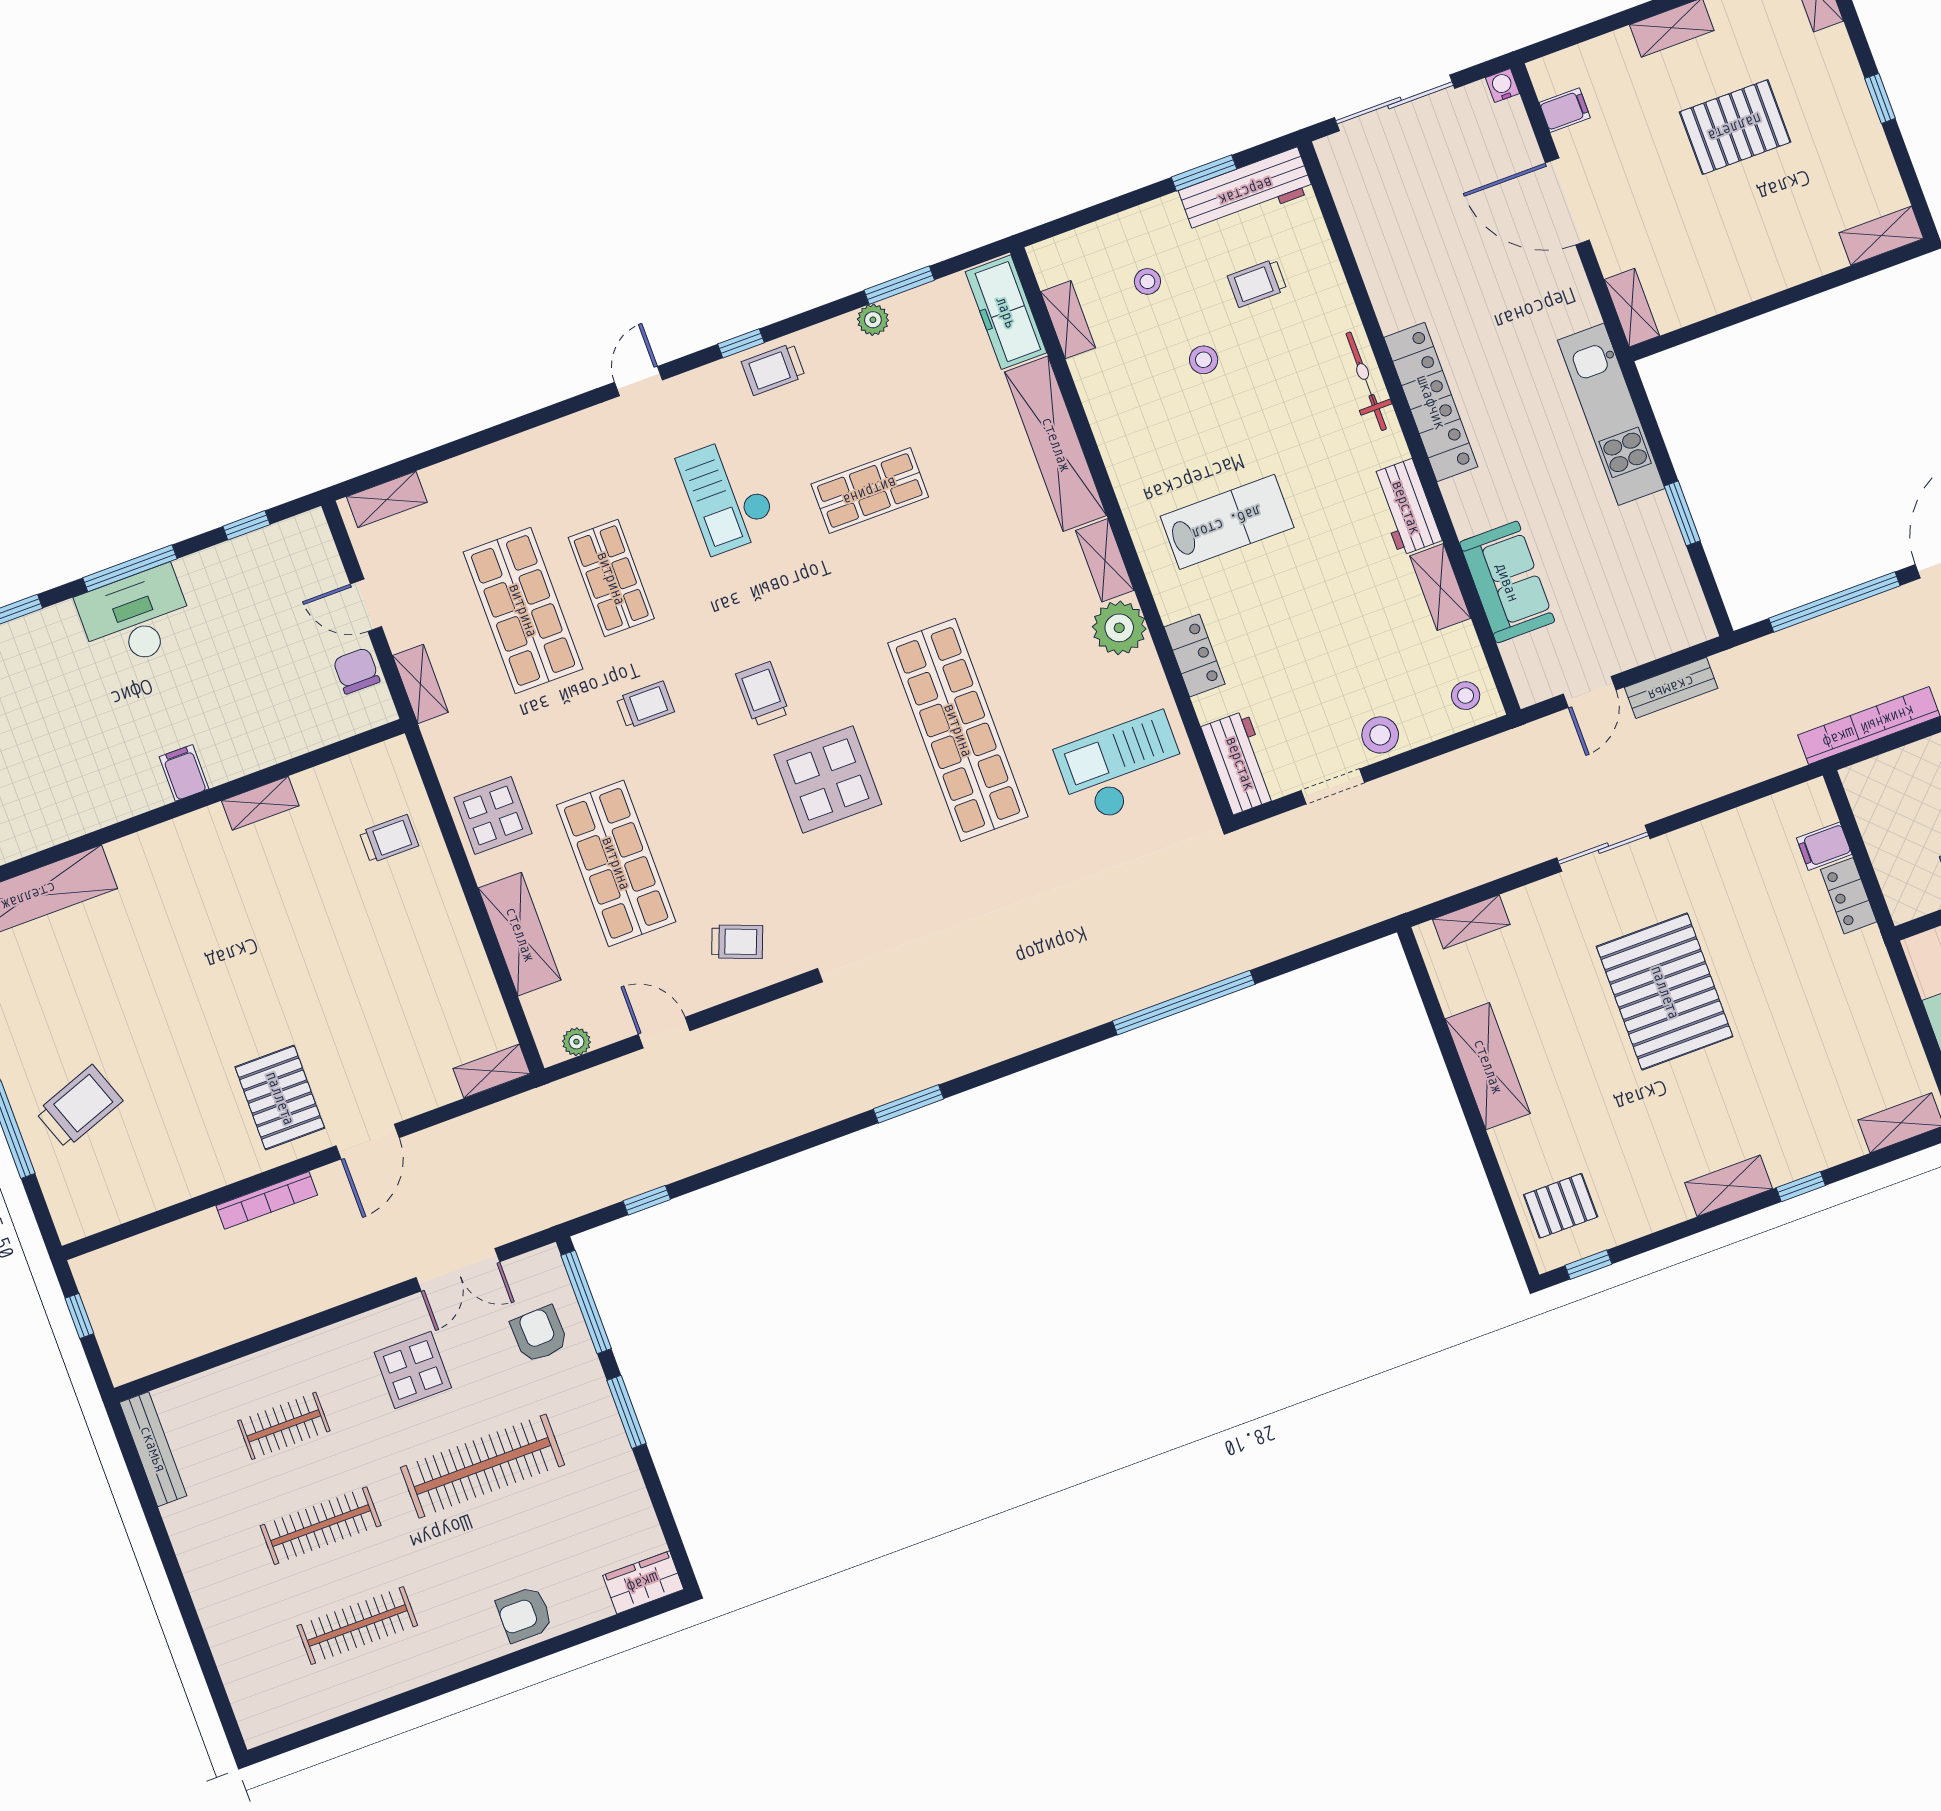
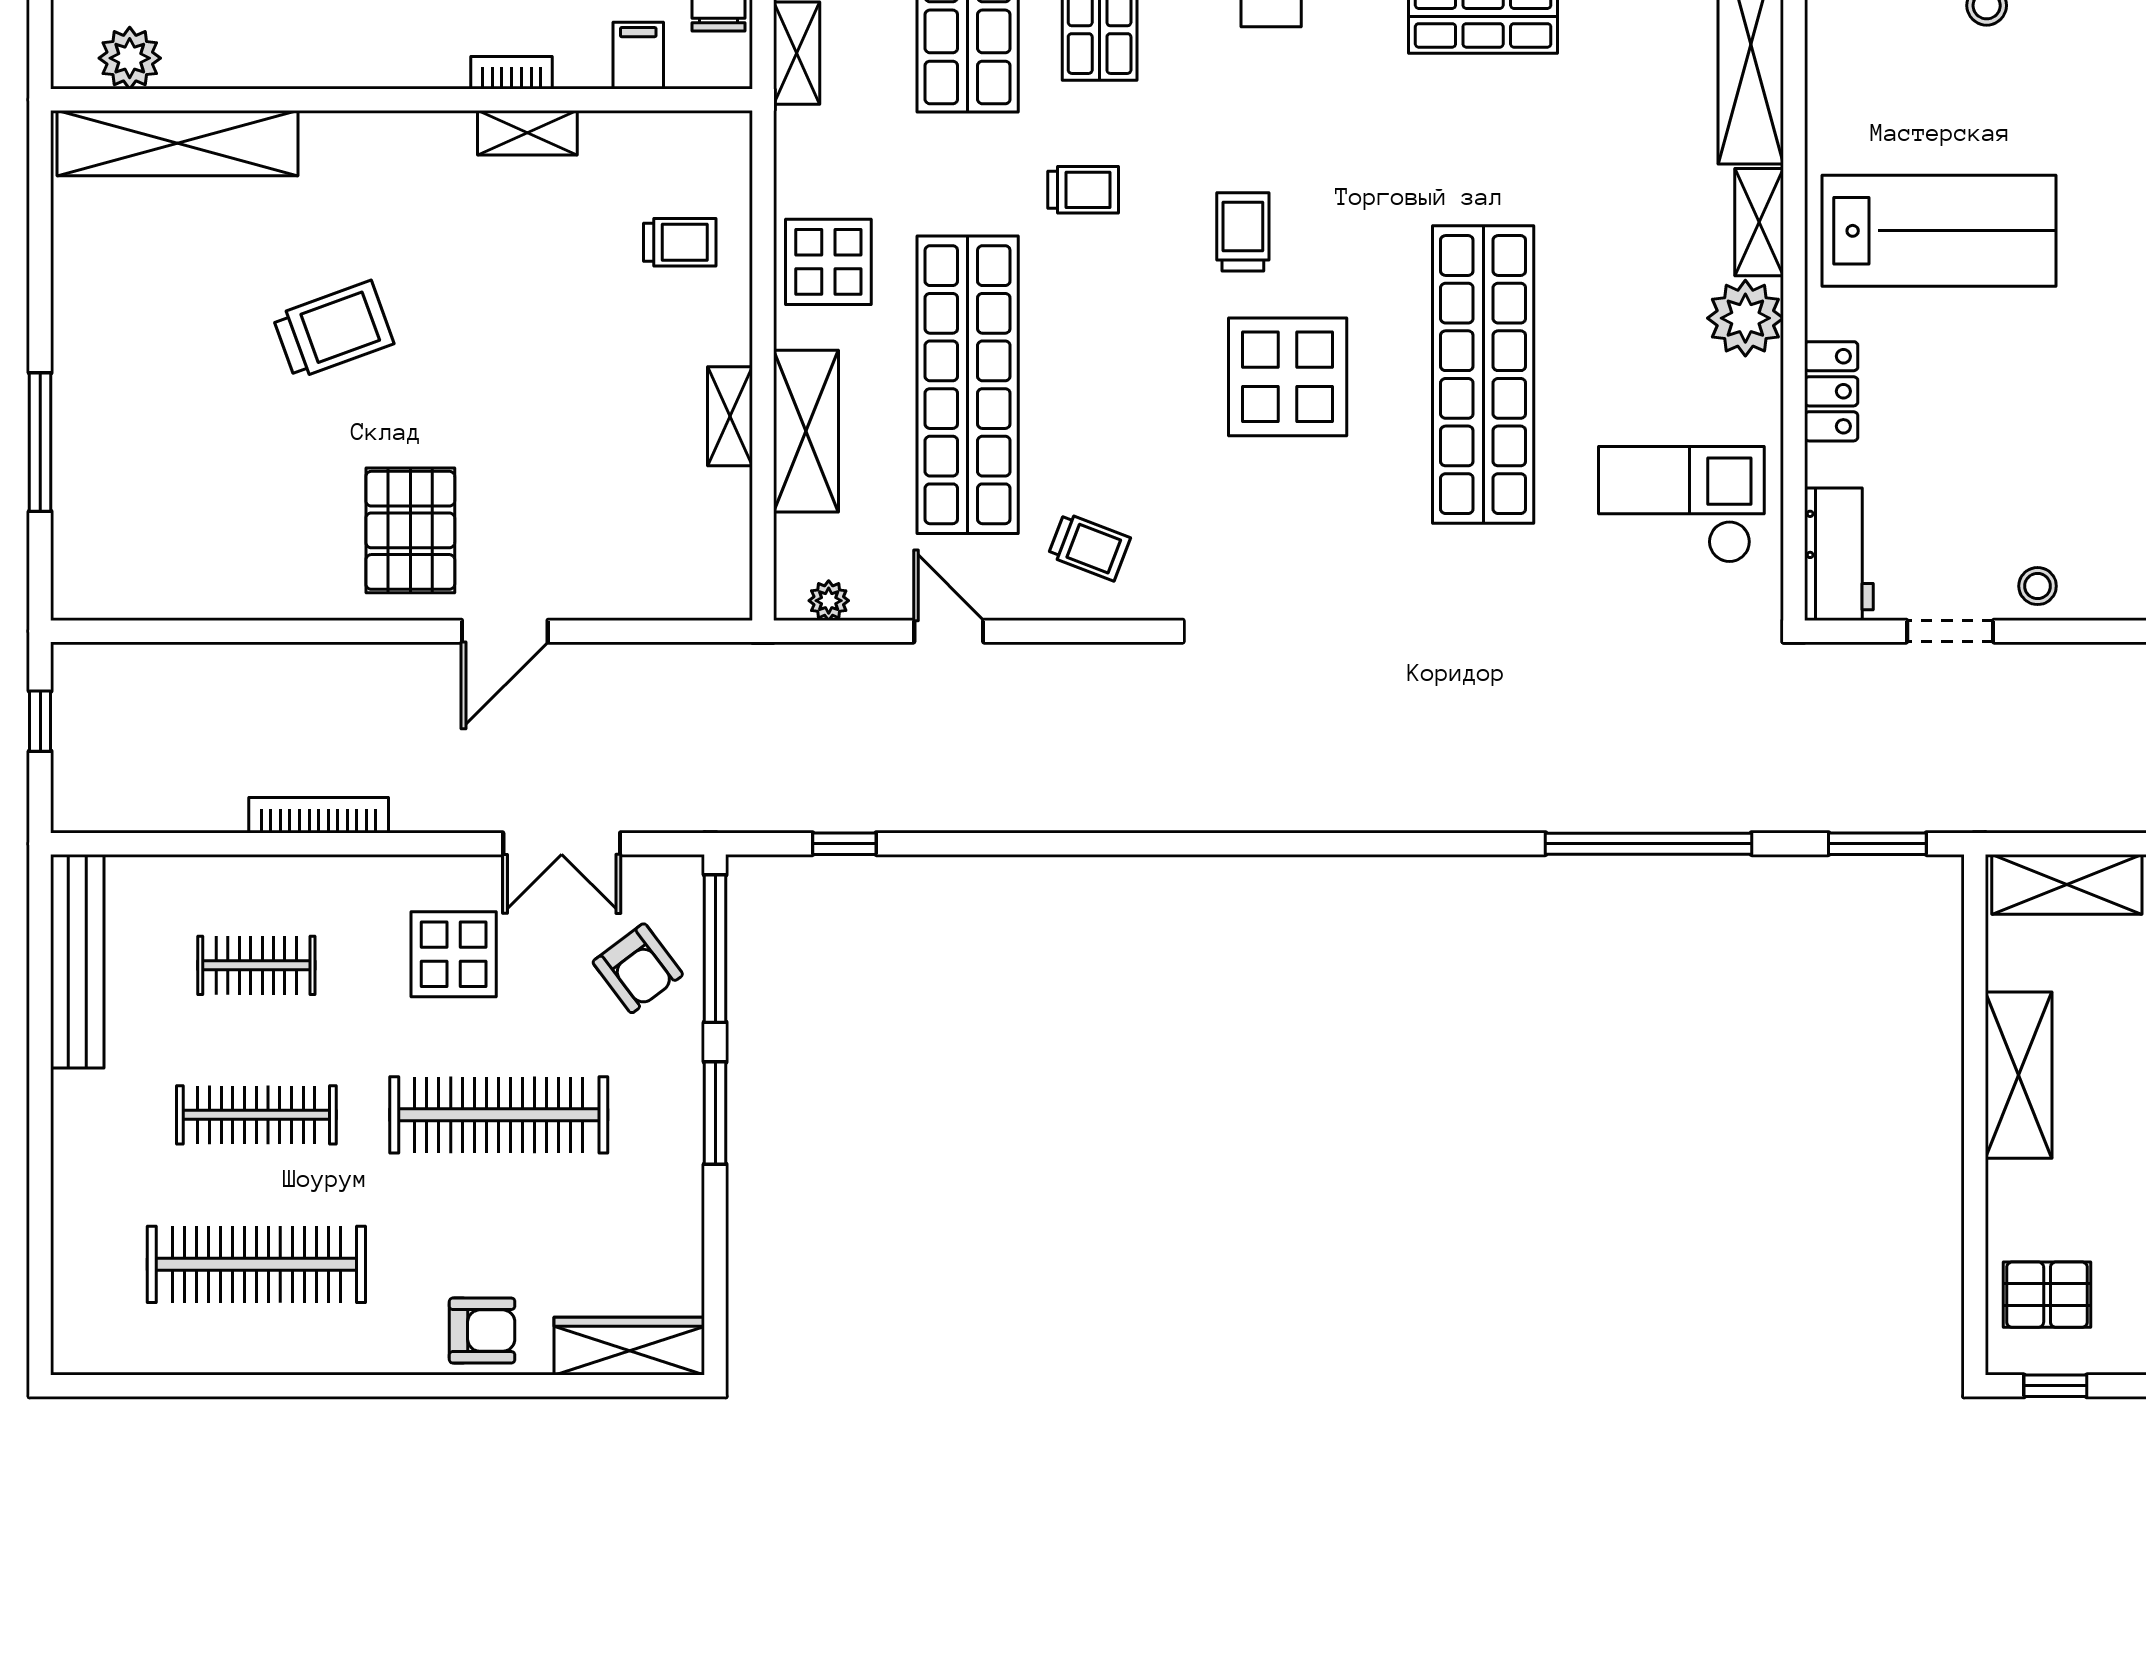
lab bench: (1227, 522) -> (1939, 231), width x1.36, depth x1.39
stool: (1380, 735) -> (2038, 586), width x0.73, depth x0.73
bookcase: (235, 767) -> (512, 73), added
filing cabinet: (184, 773) -> (638, 56), moved
shop shelf: (616, 863) -> (968, 385), width x1.40
shelving: (1471, 922) -> (2067, 884), width x1.50, depth x1.33
shelving: (492, 1071) -> (730, 416), moved, turned 90
window: (908, 1104) -> (1877, 844), moved
trolley: (79, 1107) -> (333, 330), moved
bookcase: (267, 1200) -> (319, 815), moved, turned 180
armchair: (539, 1334) -> (638, 968), turned 145
bench: (153, 1449) -> (77, 961), width x1.37, depth x1.21
wardrobe: (643, 1582) -> (629, 1346), width x1.50
armchair: (524, 1614) -> (482, 1331), turned 180
clothes rail: (357, 1626) -> (256, 1264), width x1.37, depth x1.31

